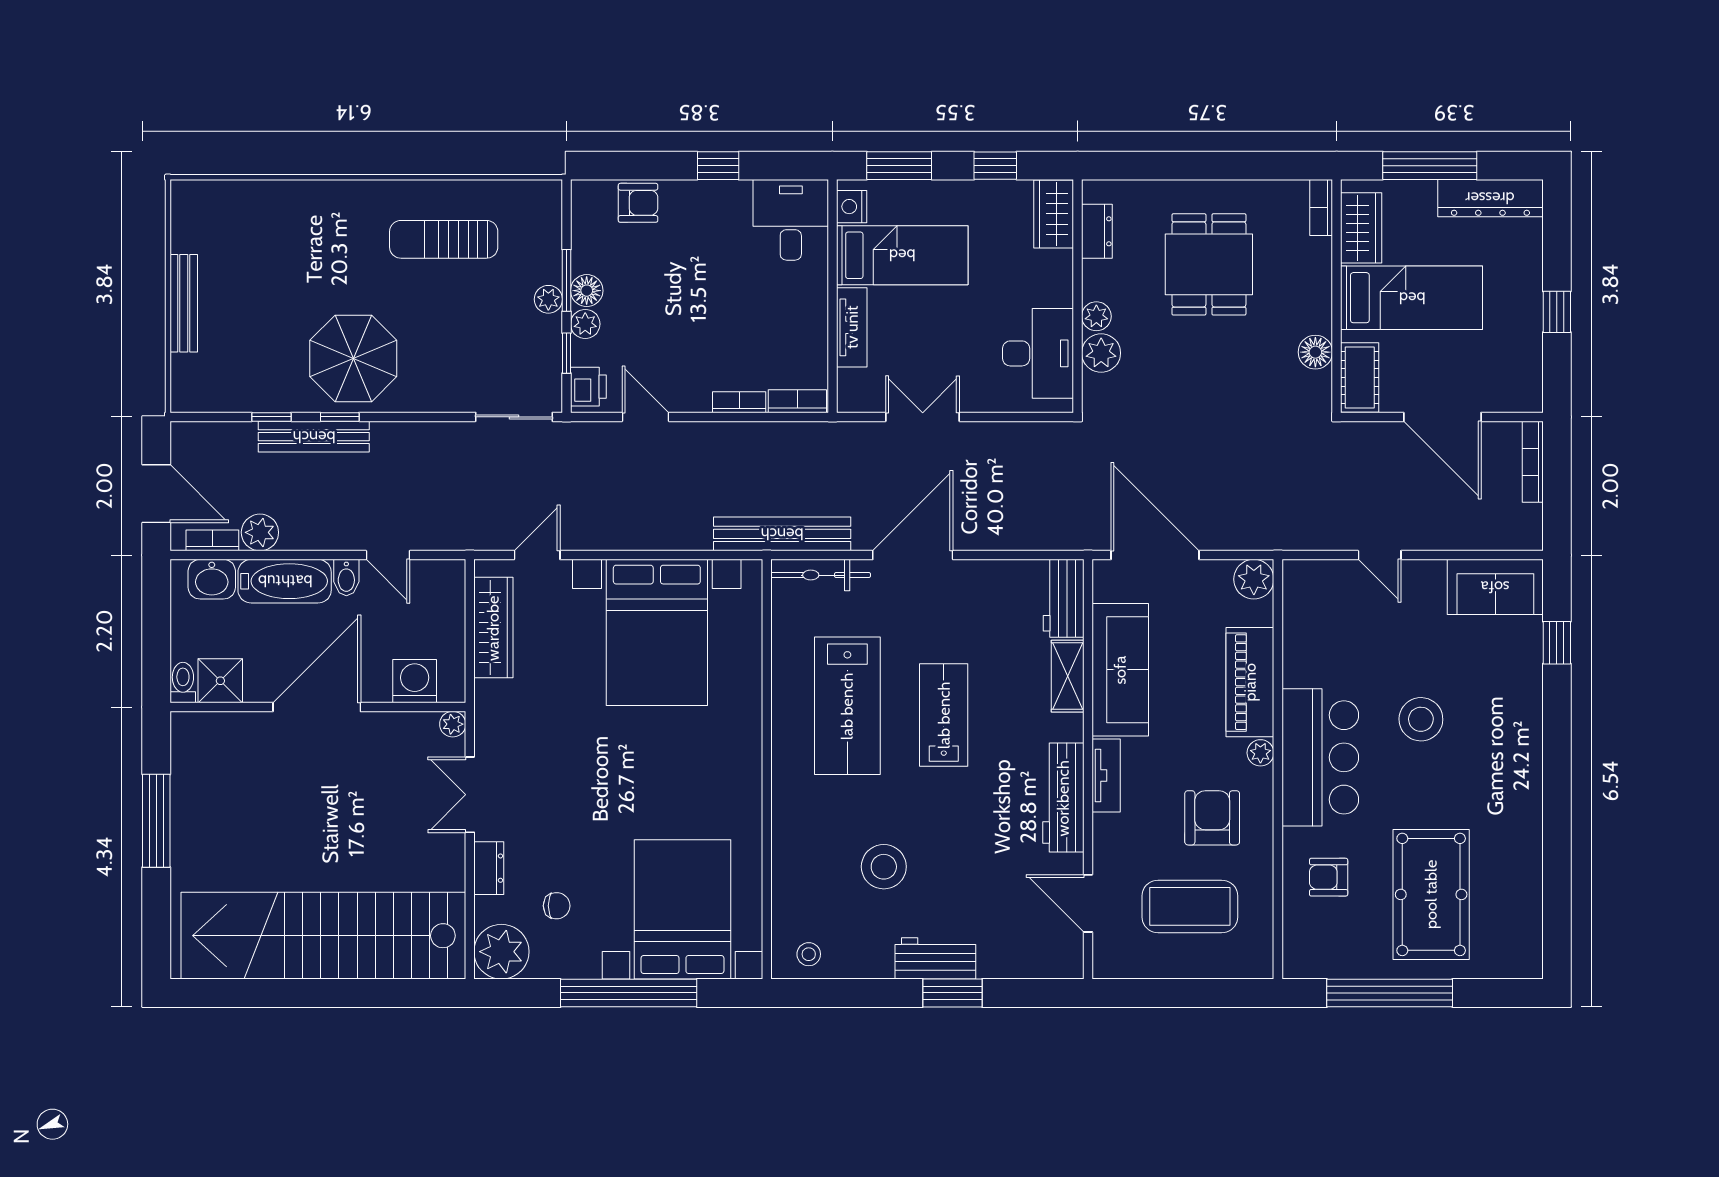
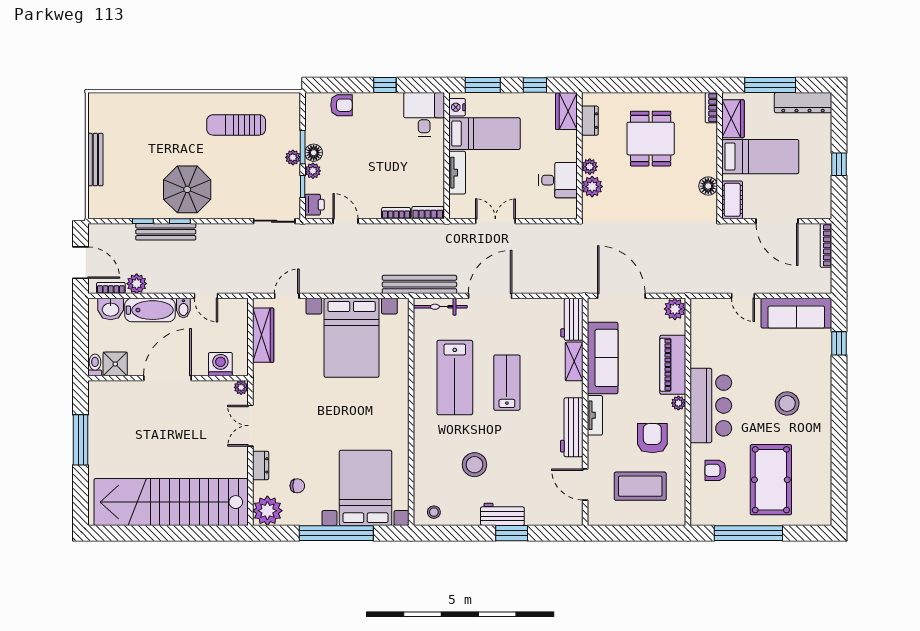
desk: (1038, 353) -> (558, 180), width x0.73
sofa: (1495, 587) -> (796, 313), width x1.36
stool: (1421, 719) -> (787, 403), moved

